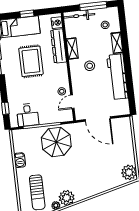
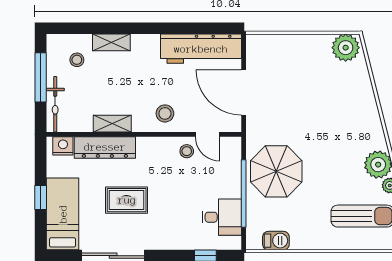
rug: (31, 61) -> (127, 200), width x0.73, depth x0.70
stool: (90, 66) -> (165, 113), moved
workbench: (117, 77) -> (201, 49), moved
door: (98, 119) -> (244, 93), swing flipped
barbecue: (20, 160) -> (276, 241), moved

